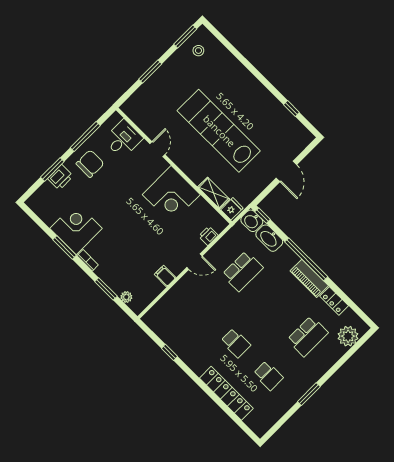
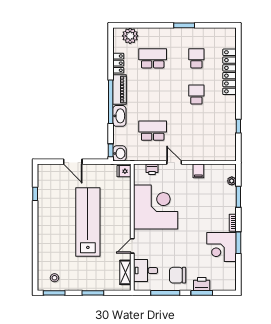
lab bench: (219, 131) -> (88, 222), turned 180
door: (286, 171) -> (73, 162), swing flipped
shelving: (214, 193) -> (125, 272), moved
corner desk: (171, 195) -> (156, 207), width x1.36, depth x1.36
washbasin: (269, 238) -> (119, 116), moved

